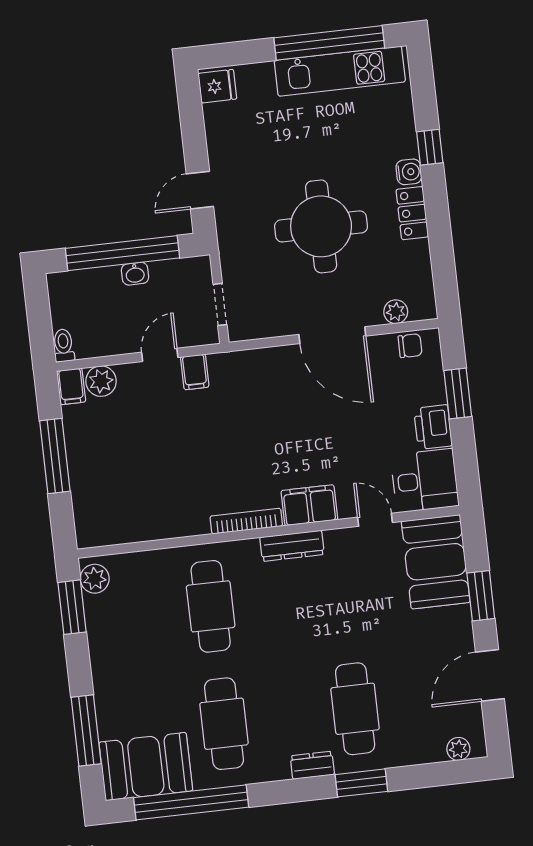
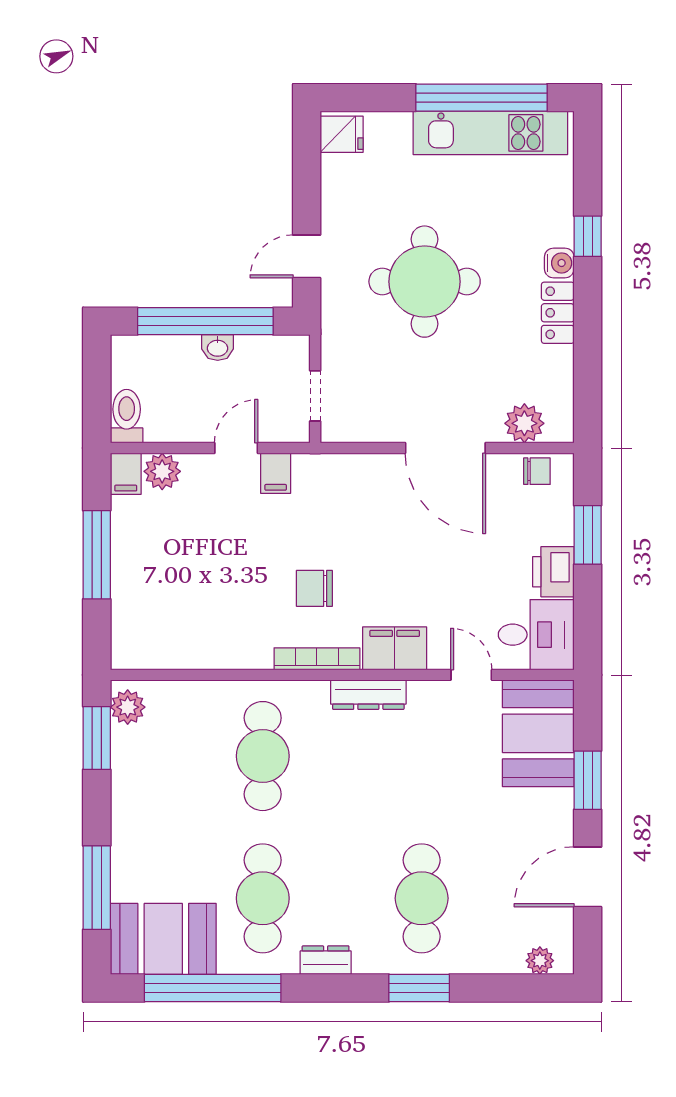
round table: (321, 226) -> (425, 282), moved
plant: (396, 312) -> (524, 423), width x1.38, depth x1.38
toilet: (64, 345) -> (127, 416), width x1.37, depth x1.39
chair: (237, 463) -> (314, 588), added
dresser: (312, 765) -> (326, 960), moved

